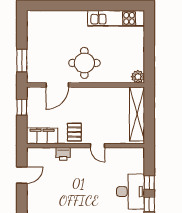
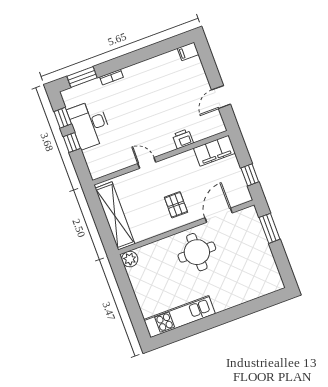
pallet: (74, 132) -> (176, 205), moved

